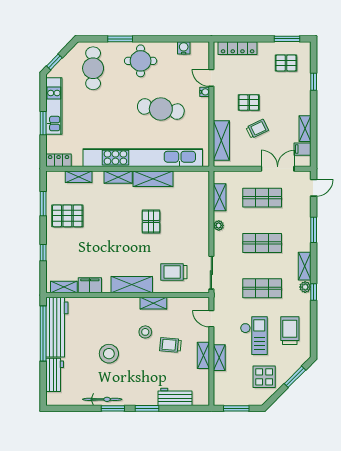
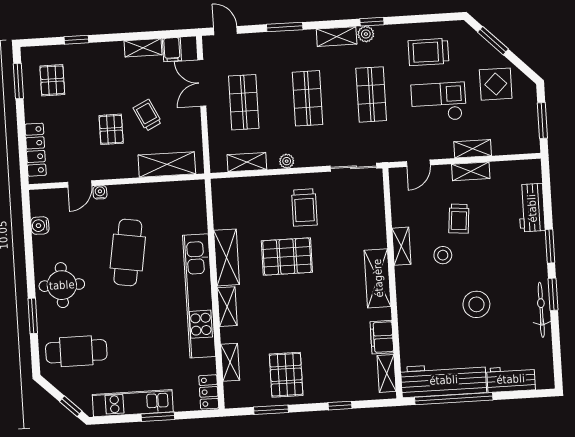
kitchen unit: (143, 158) -> (199, 296), width x0.73
pallet: (151, 221) -> (287, 257), width x1.50, depth x1.42
trolley: (174, 272) -> (304, 208), moved

